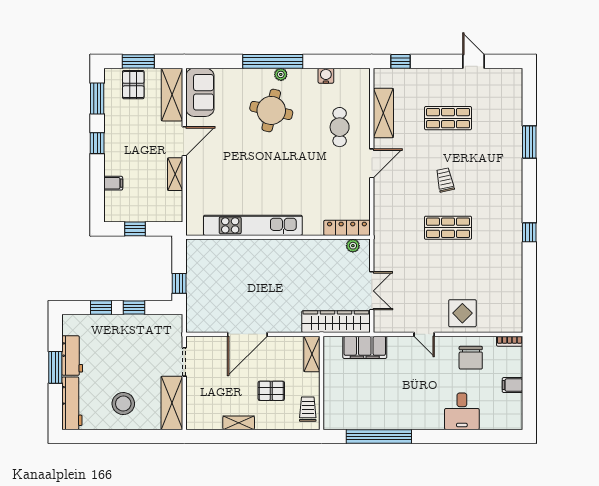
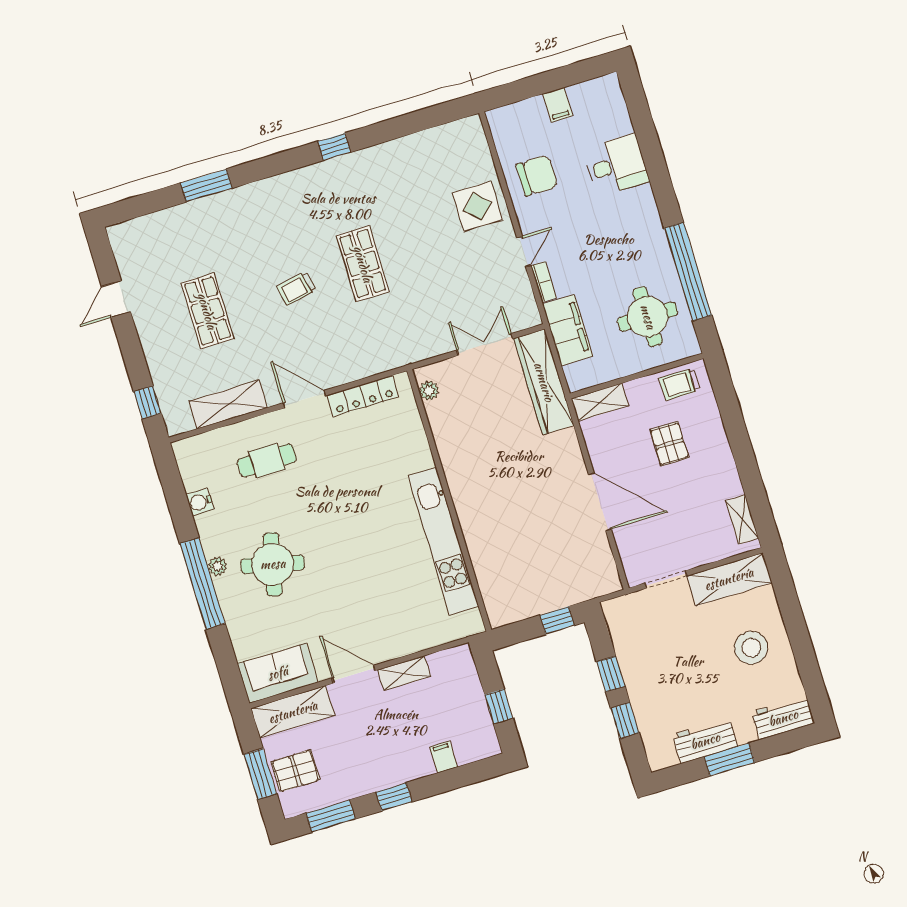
locker: (347, 228) -> (363, 396), moved, turned -90
bookcase: (510, 341) -> (544, 282), moved
round table: (358, 402) -> (648, 317), added
workbench: (72, 403) -> (783, 718), width x0.73
shelving: (239, 423) -> (742, 519), moved

